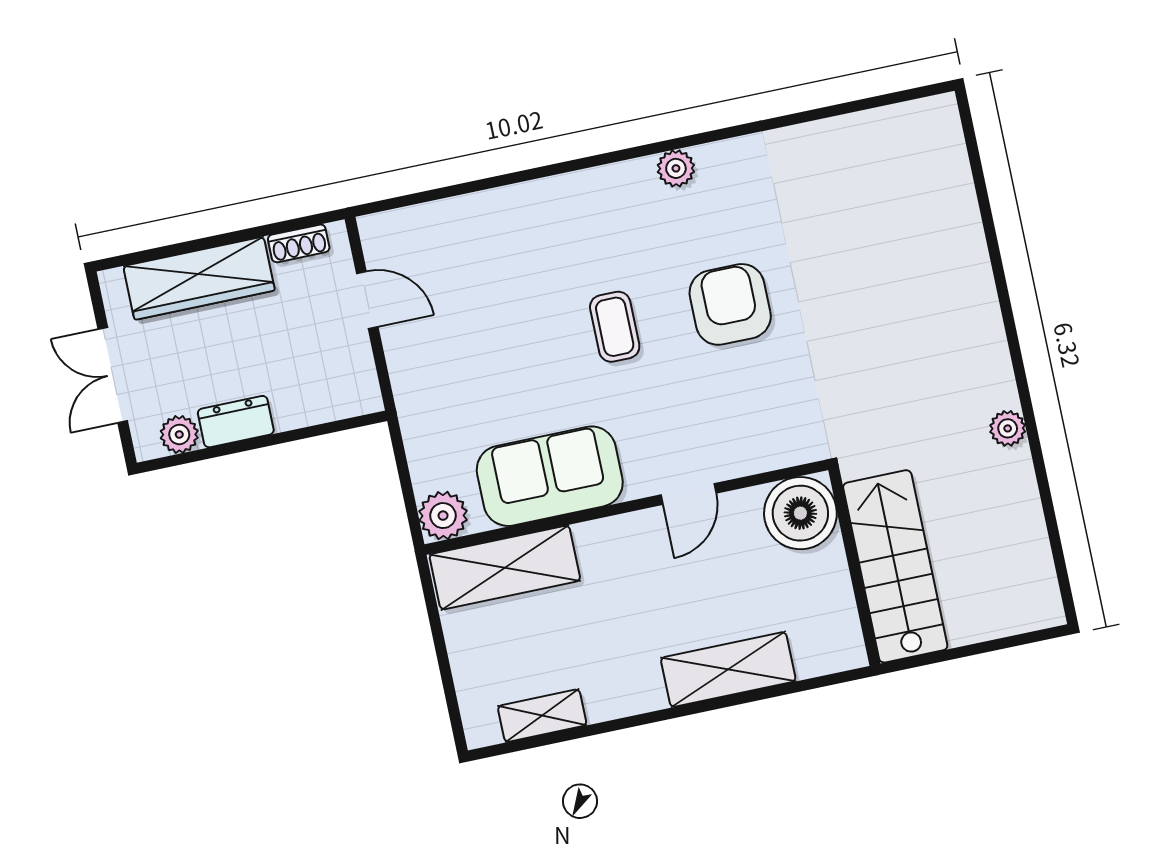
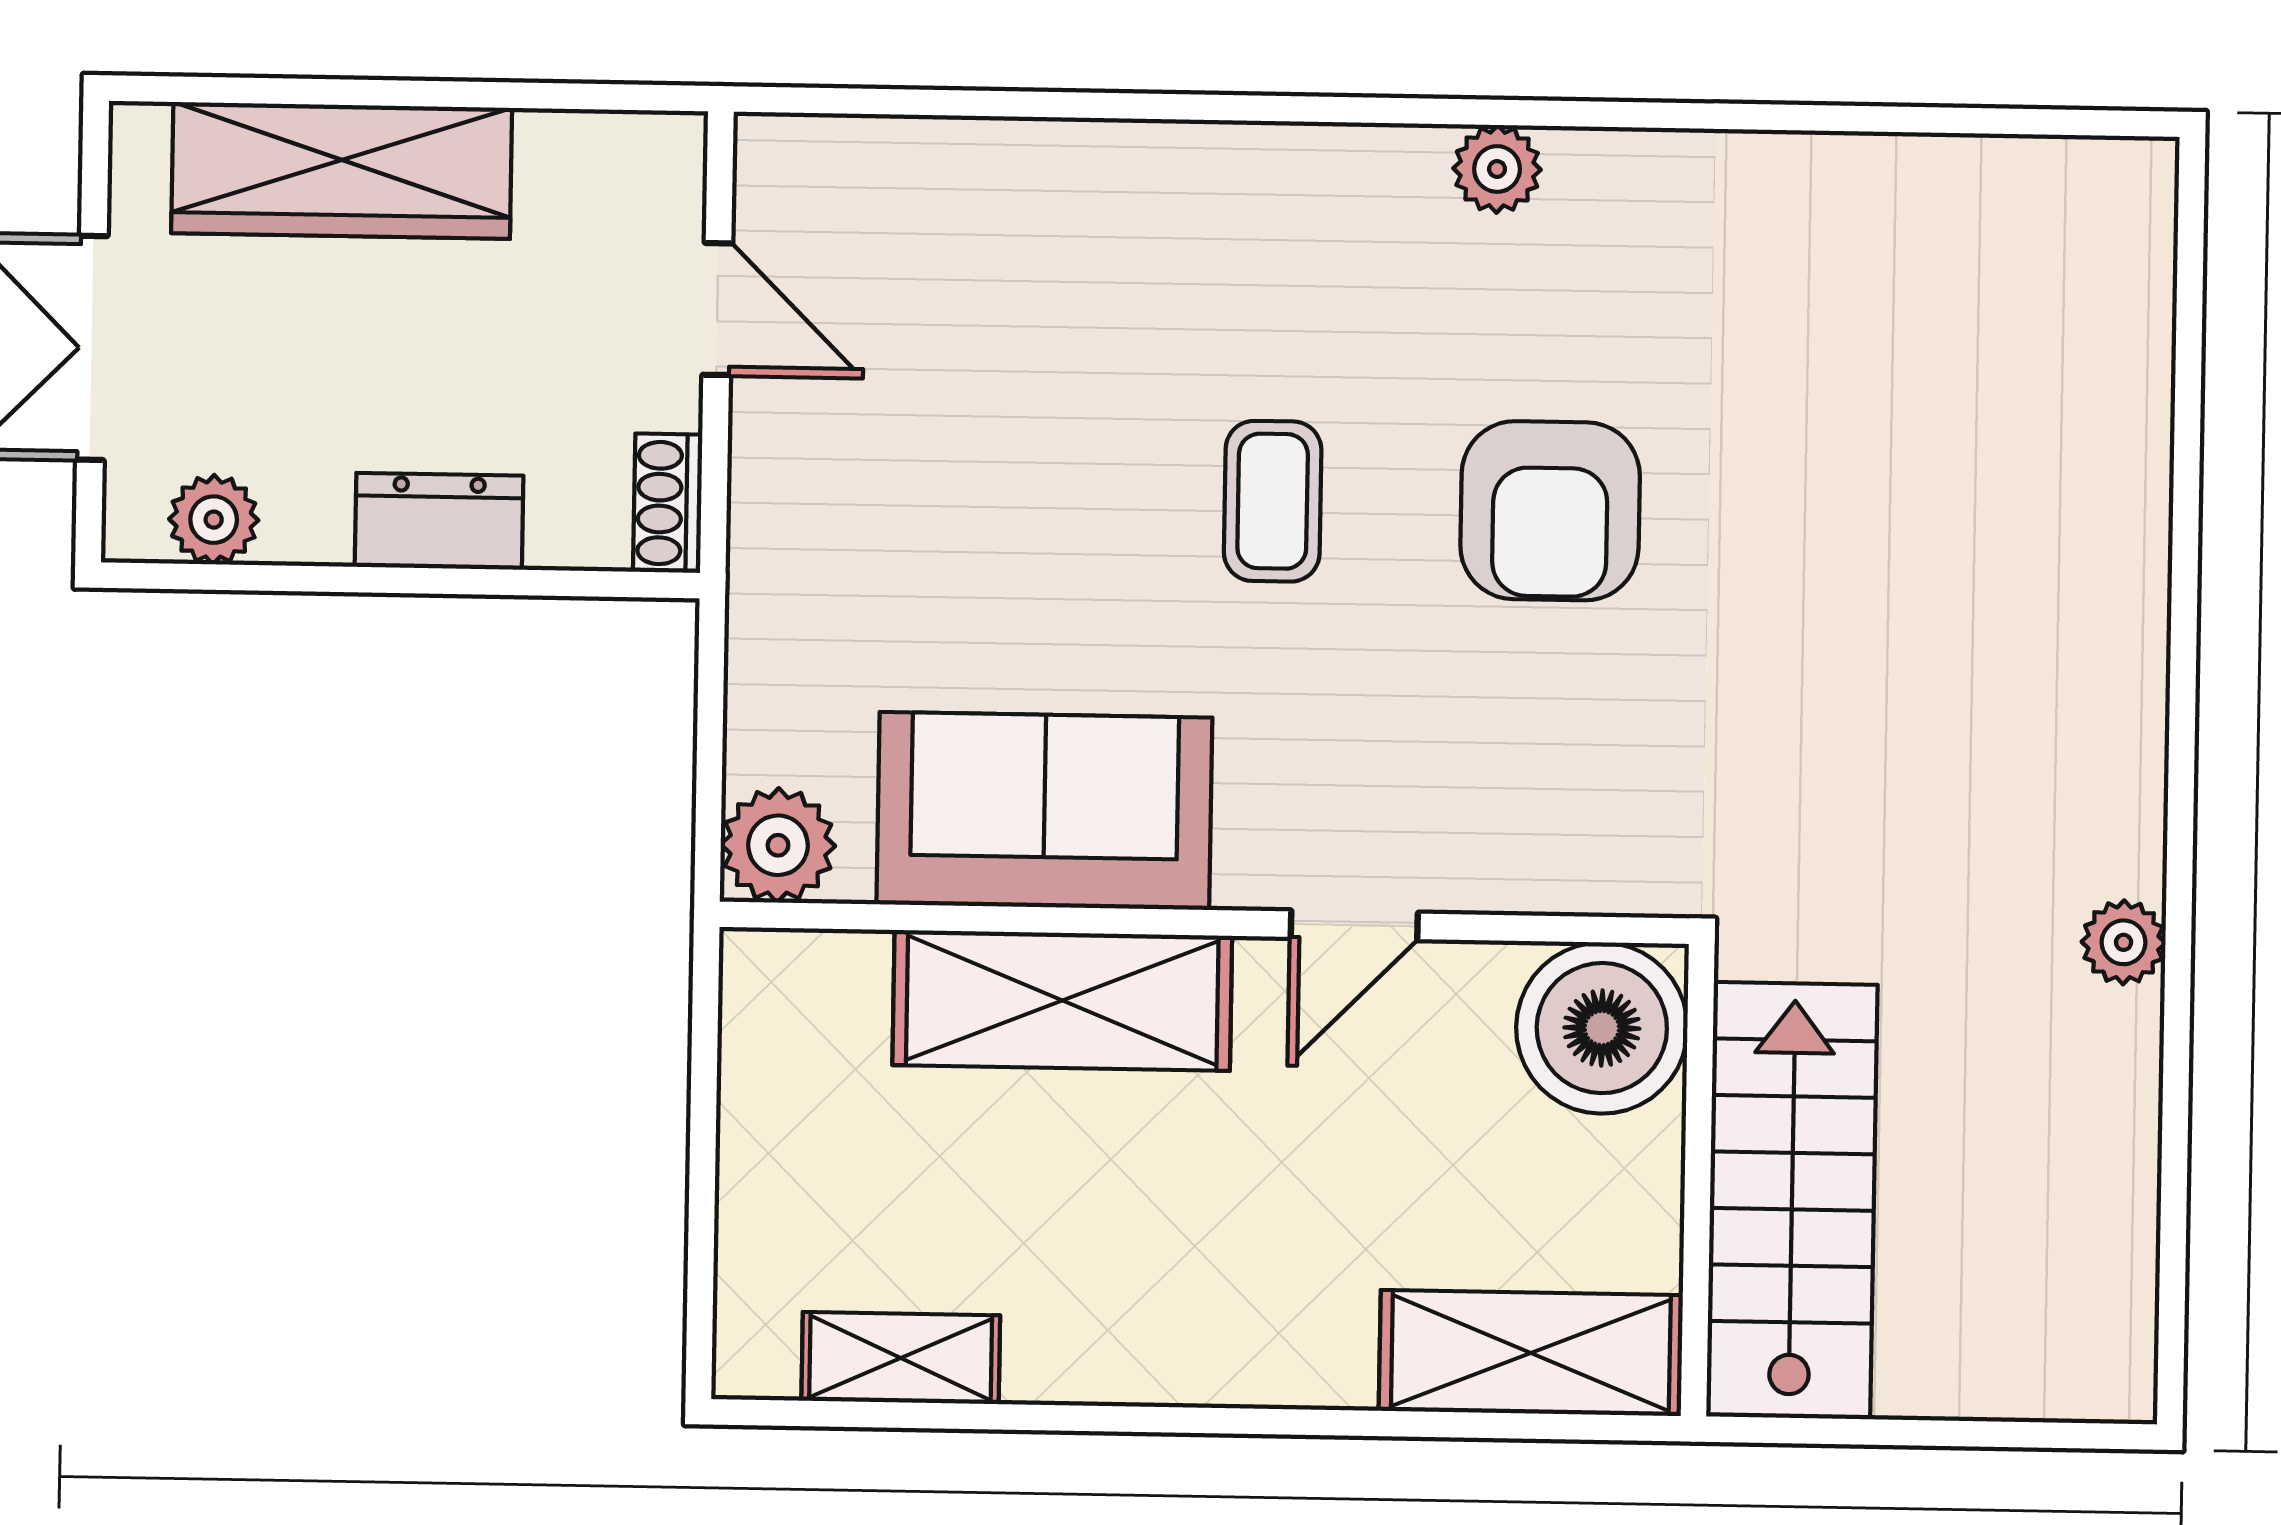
shoe rack: (299, 243) -> (668, 503), moved, turned 90
armchair: (730, 304) -> (1550, 511), turned 180
dresser: (236, 422) -> (439, 521), moved
shelving: (505, 568) -> (1062, 1000), moved
shelving: (728, 669) -> (1531, 1353), moved

